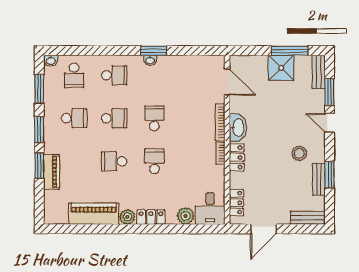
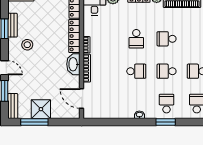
window: (154, 51) -> (166, 122), moved
school desk: (114, 75) -> (167, 104), turned 90
school desk: (154, 118) -> (136, 71), turned -90
locker: (237, 157) -> (74, 36), width x1.53
school desk: (114, 161) -> (167, 39), turned 180

